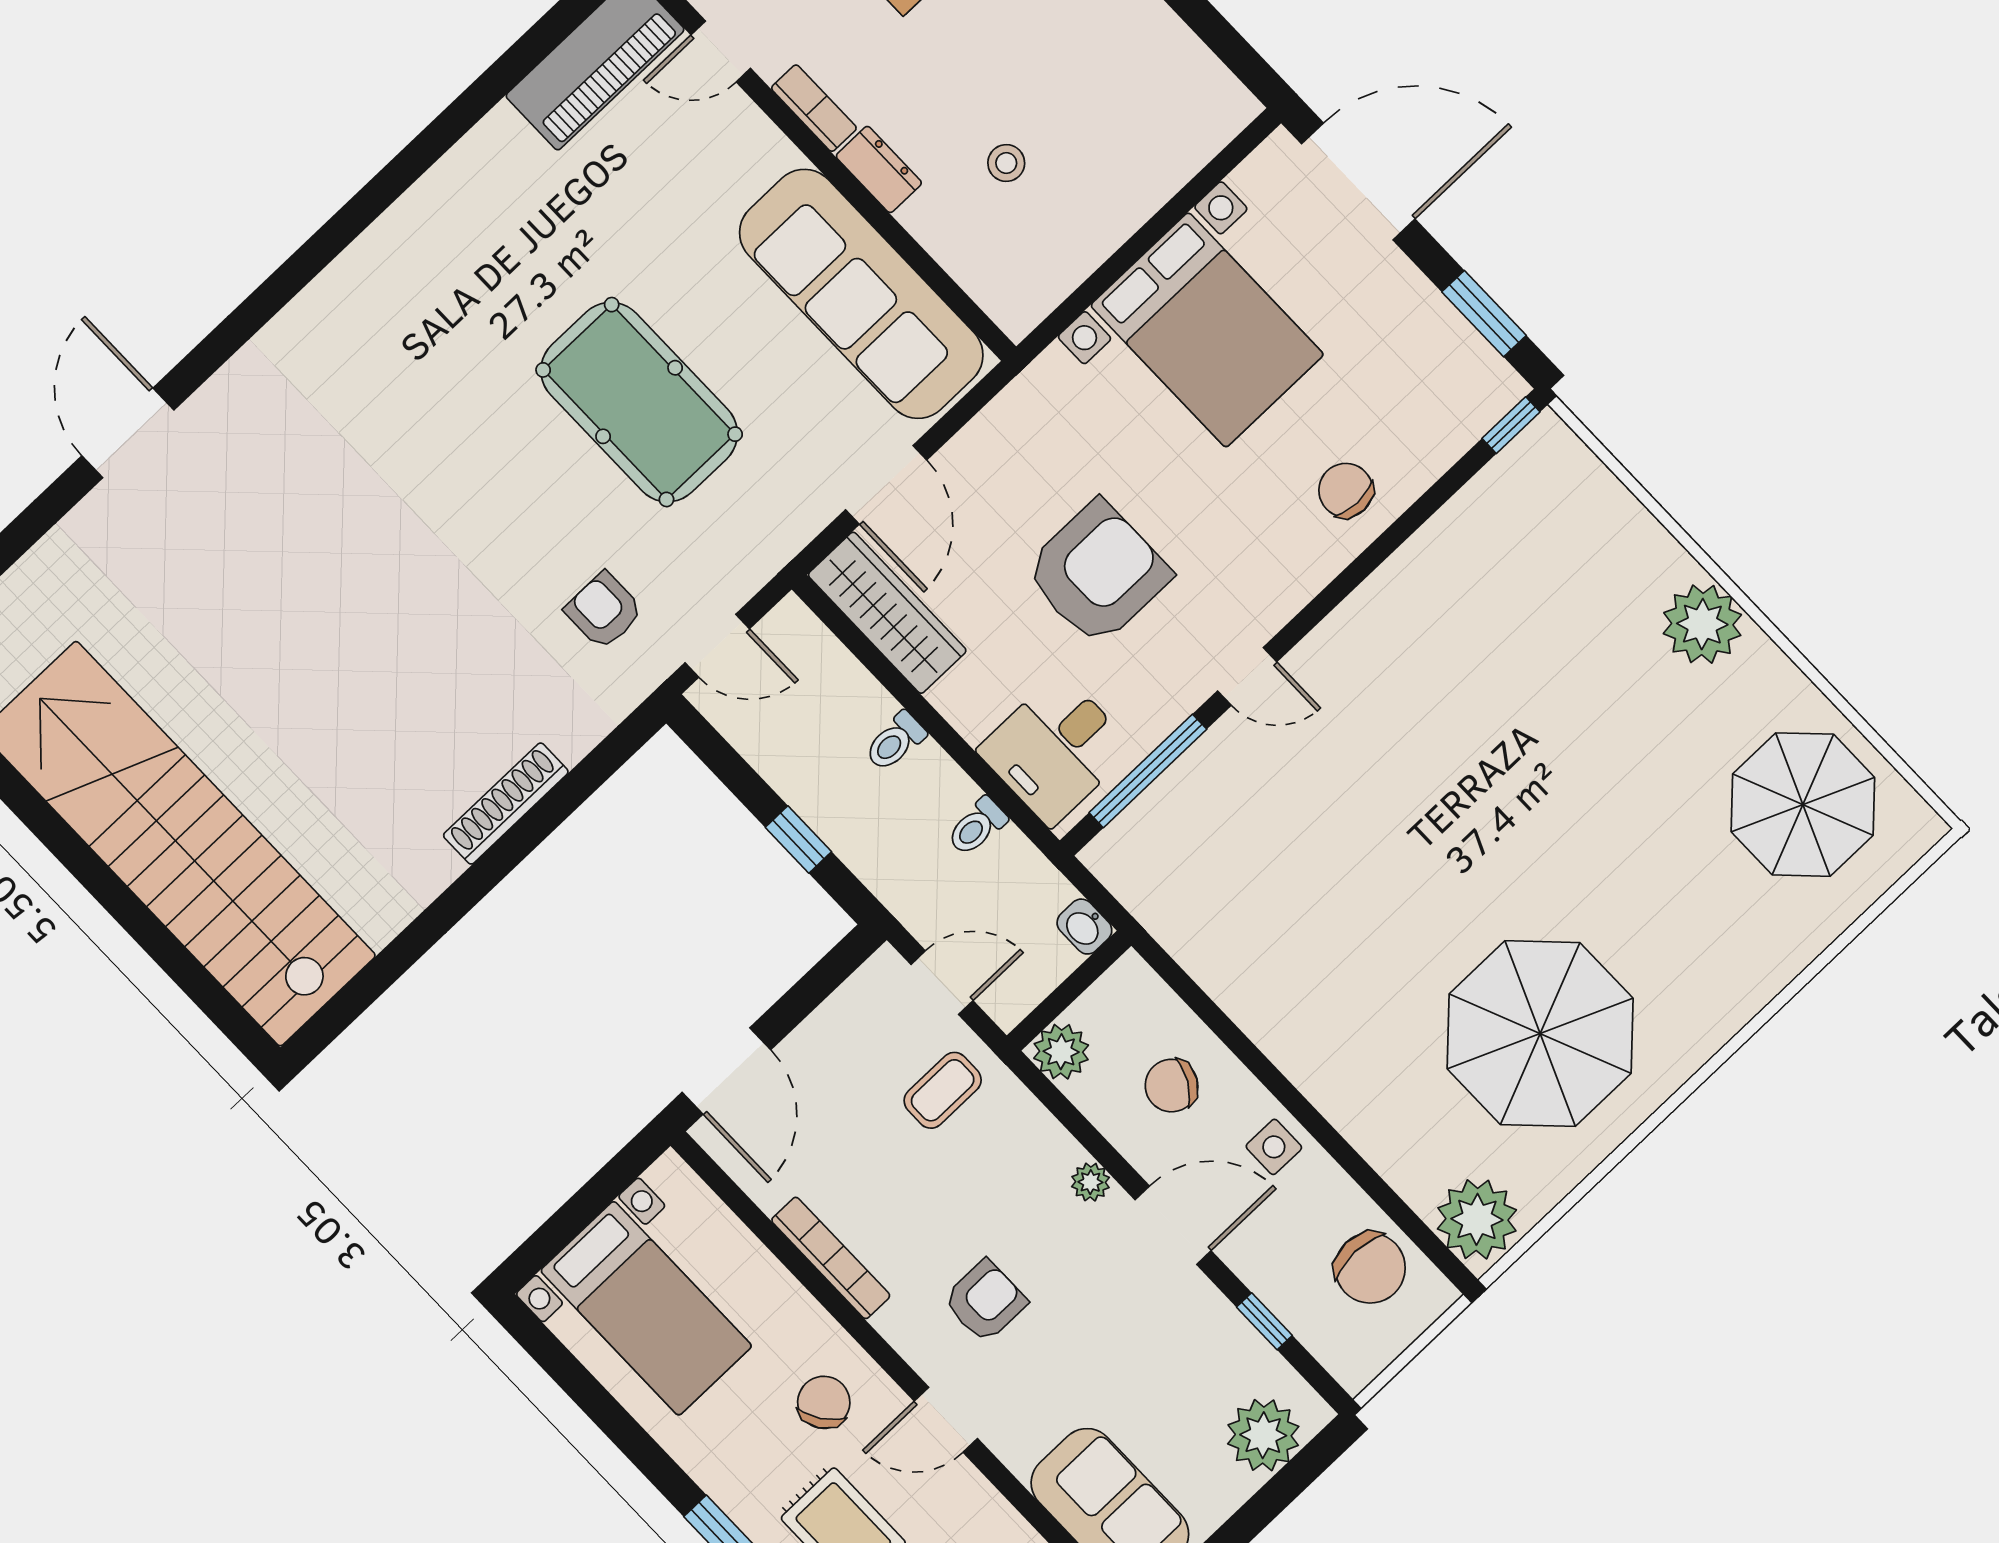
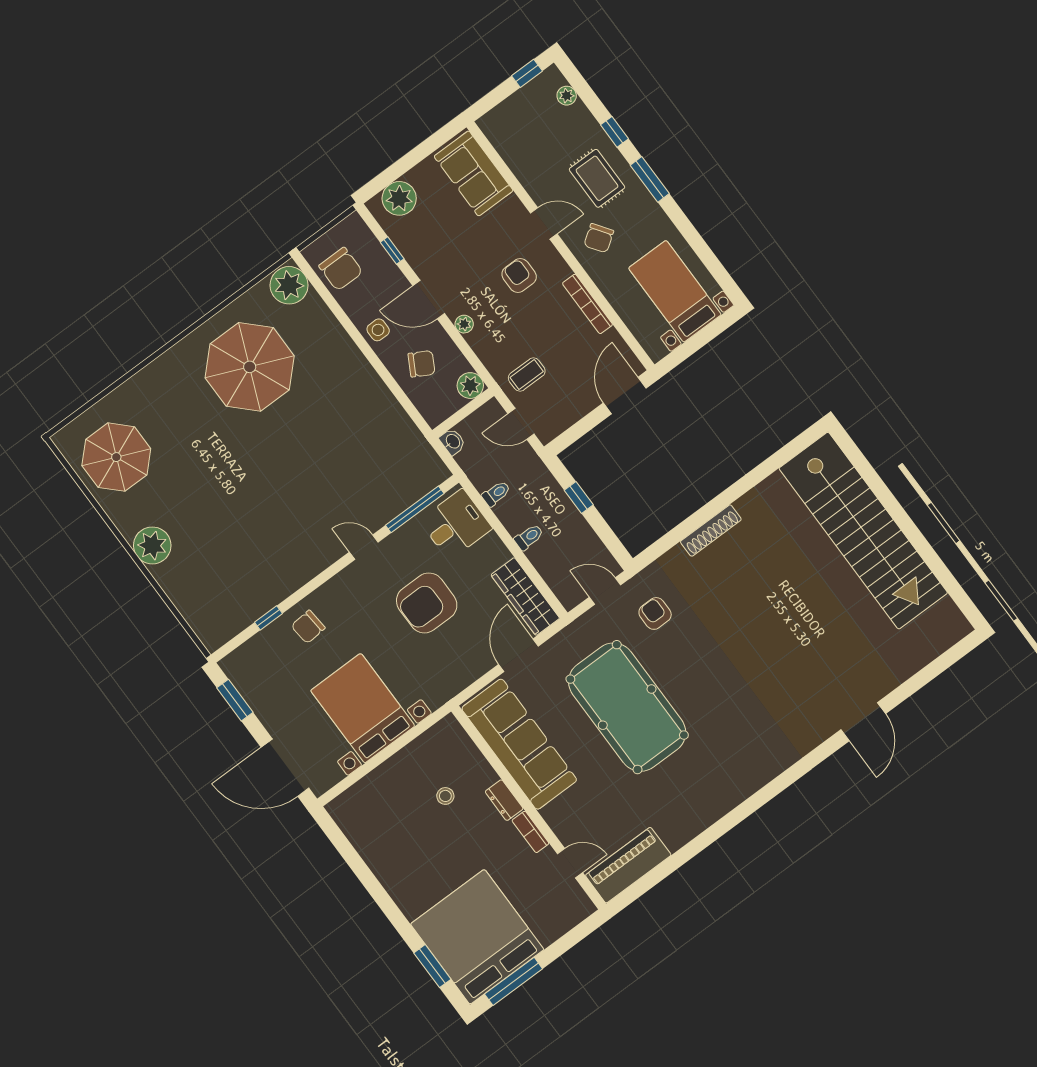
pool table: (639, 402) -> (627, 707), width x1.36, depth x1.32
window: (1511, 425) -> (269, 618), moved
chair: (1346, 490) -> (308, 627), turned 85
armchair: (604, 611) -> (655, 613), turned 180
chair: (1370, 1268) -> (341, 269), turned 180
armchair: (985, 1301) -> (519, 275), turned 90

